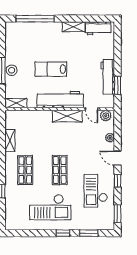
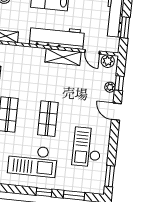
window: (117, 181) -> (119, 83), moved

